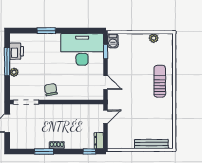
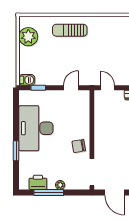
plant: (154, 38) -> (28, 37), width x1.88, depth x1.88
desk: (82, 49) -> (36, 128), moved

